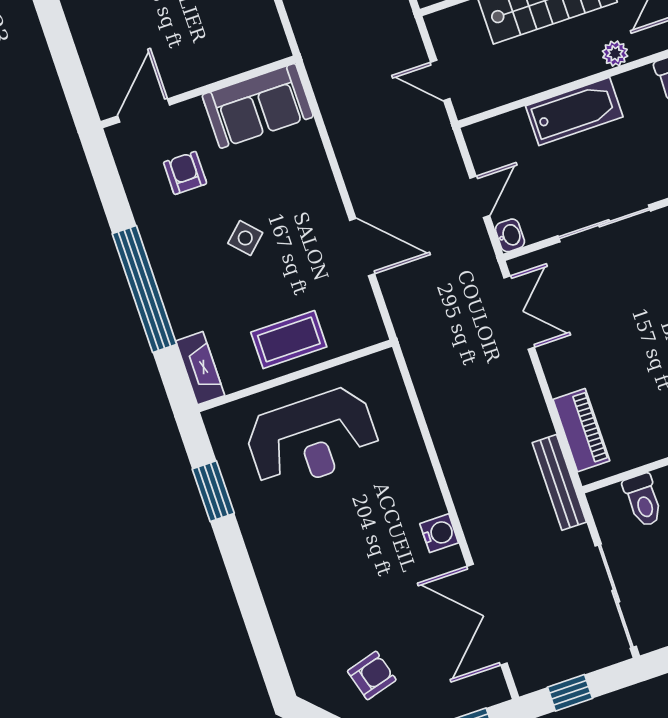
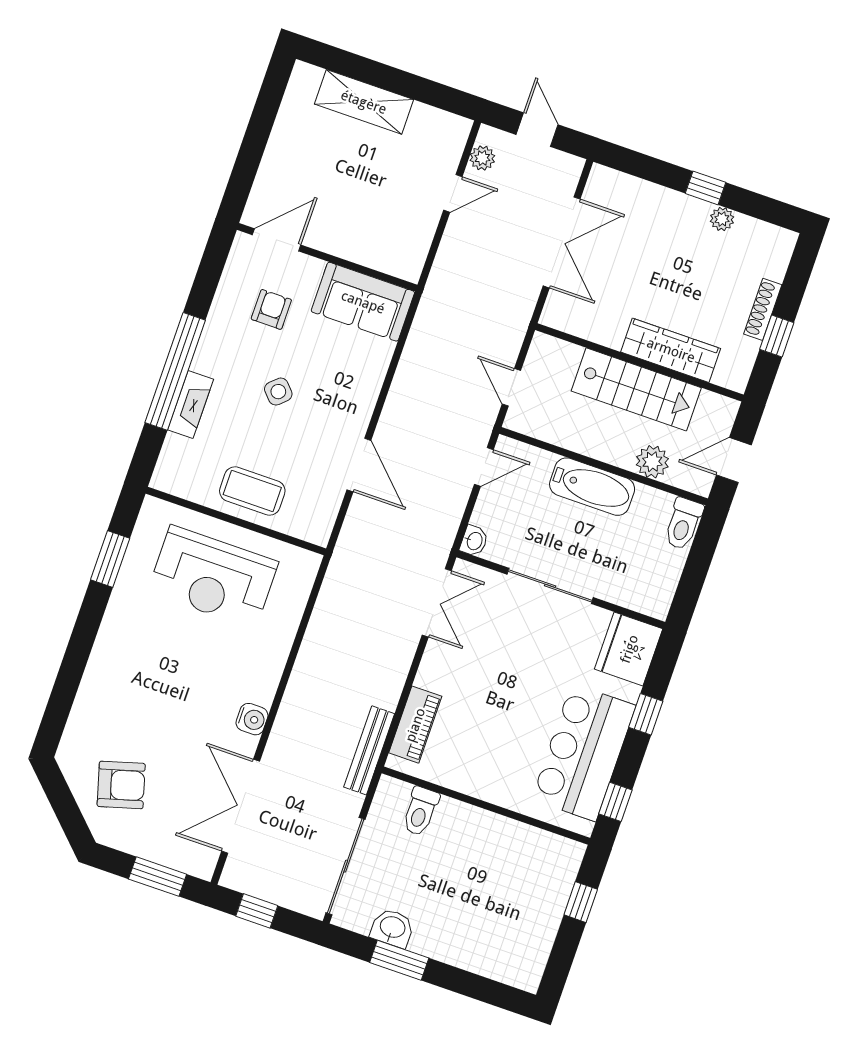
plant: (615, 54) -> (652, 462), width x1.38, depth x1.38
door: (480, 197) -> (484, 467), moved
fireplace: (200, 368) -> (190, 405), moved
armchair: (372, 675) -> (121, 785), width x1.38, depth x1.38

